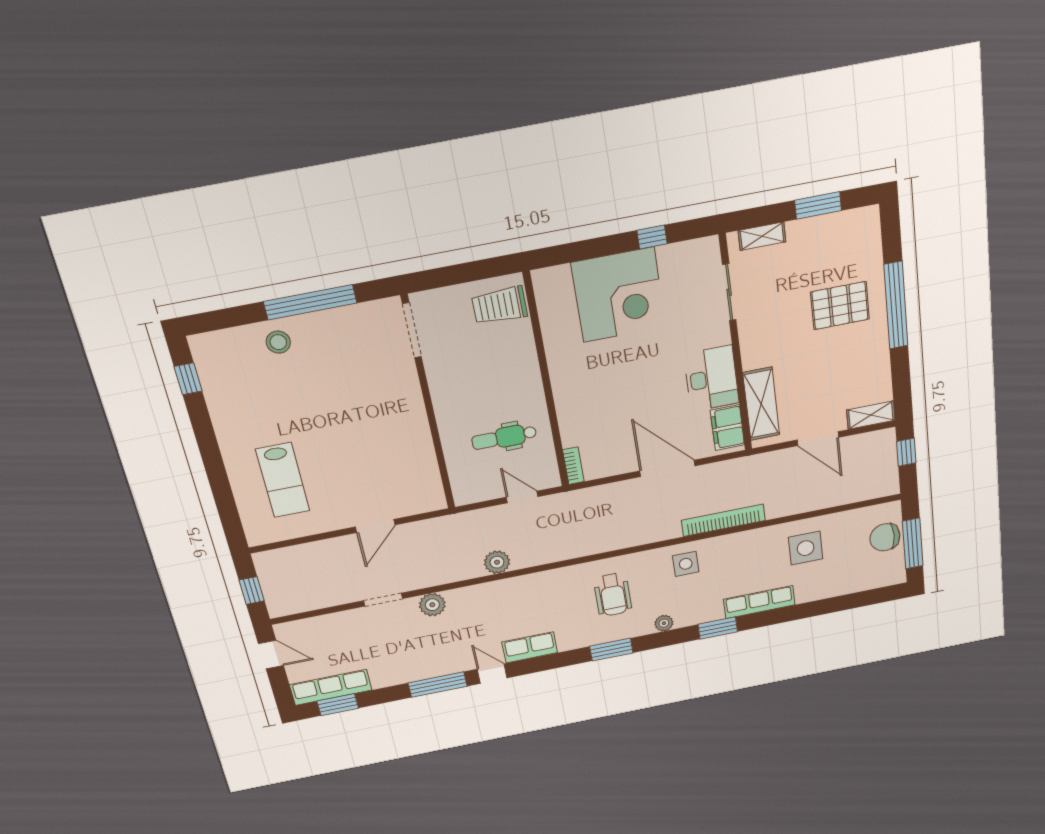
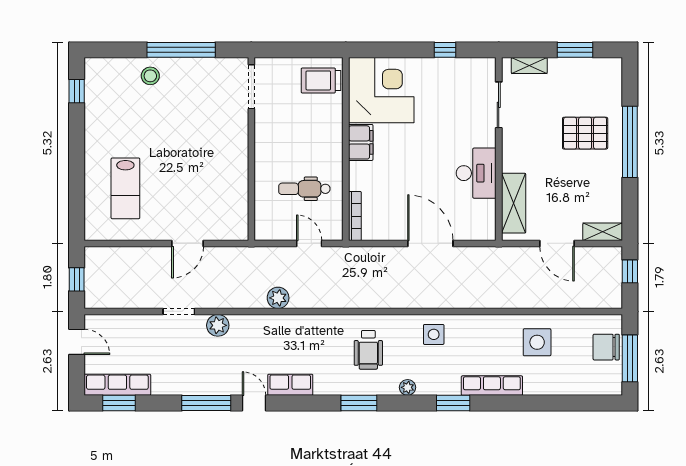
corner desk: (619, 295) -> (381, 90), moved, turned -90
filing cabinet: (727, 428) -> (361, 142), moved, turned 180
bookcase: (573, 466) -> (355, 216), width x1.56
bookcase: (723, 520) -> (470, 301), removed

